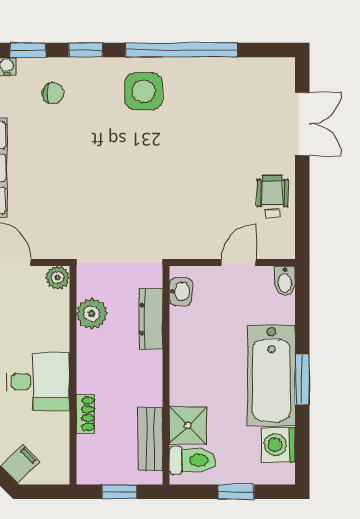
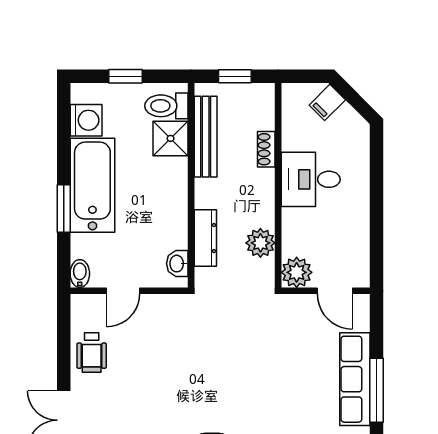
plant: (58, 278) -> (297, 272), width x1.38, depth x1.38
window: (302, 379) -> (64, 209), moved
bench: (150, 439) -> (206, 137), width x1.36

